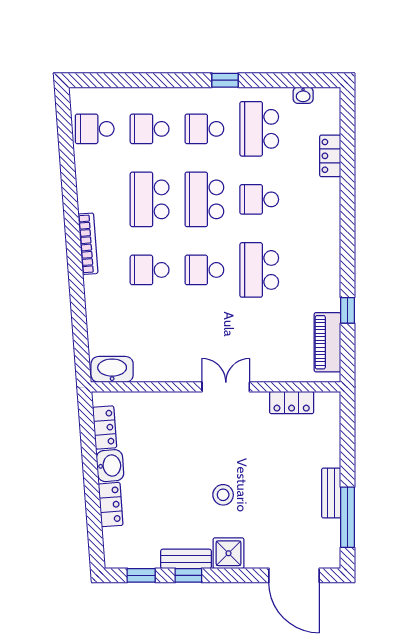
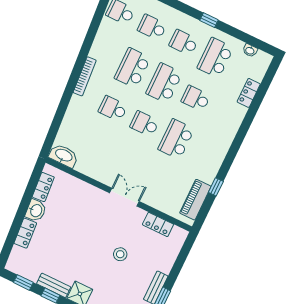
stool: (223, 495) -> (120, 254), moved

